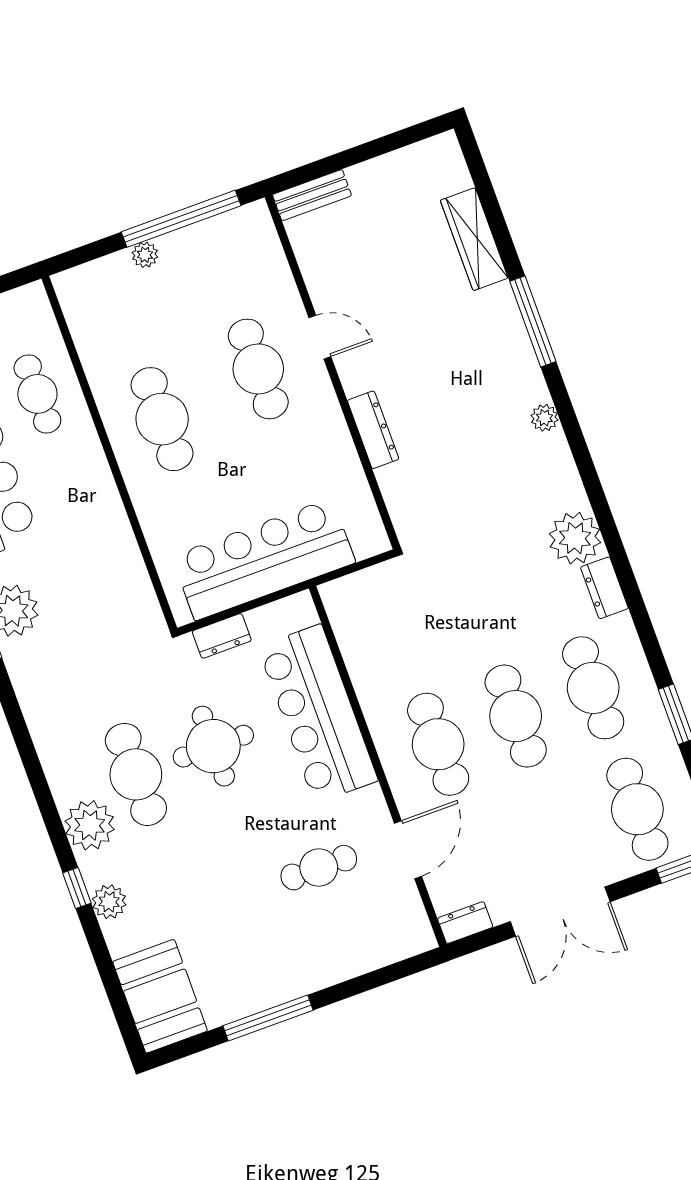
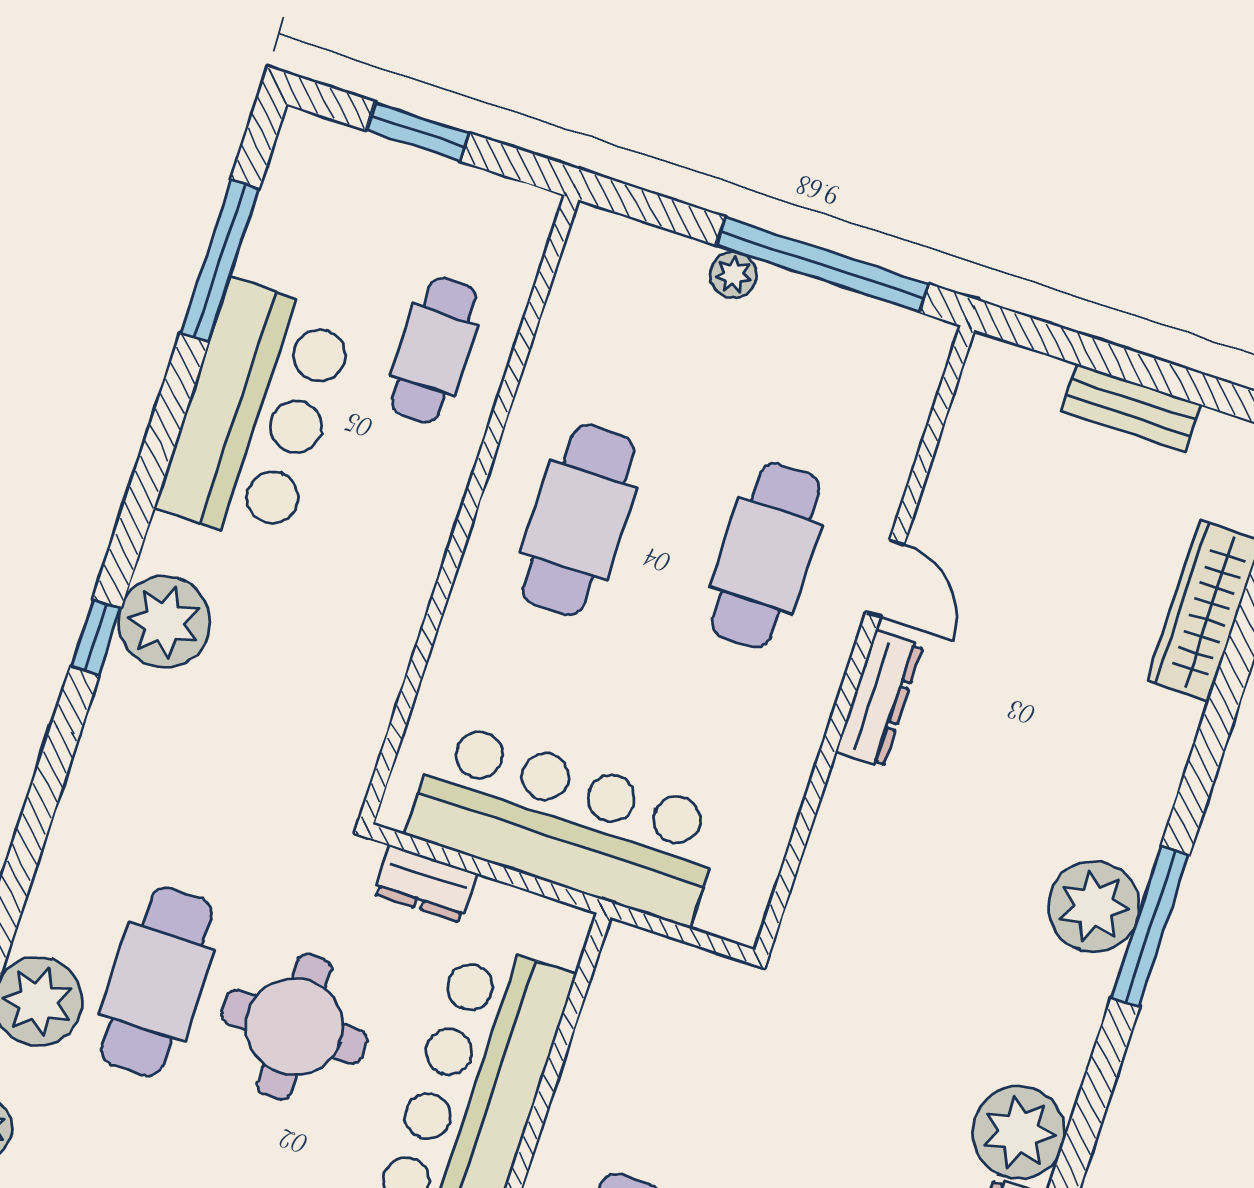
bench: (312, 195) -> (1131, 408), moved
window: (533, 321) -> (1150, 926), moved
plant: (544, 418) -> (1094, 906), width x1.88, depth x1.88
dresser: (373, 430) -> (879, 699), moved

